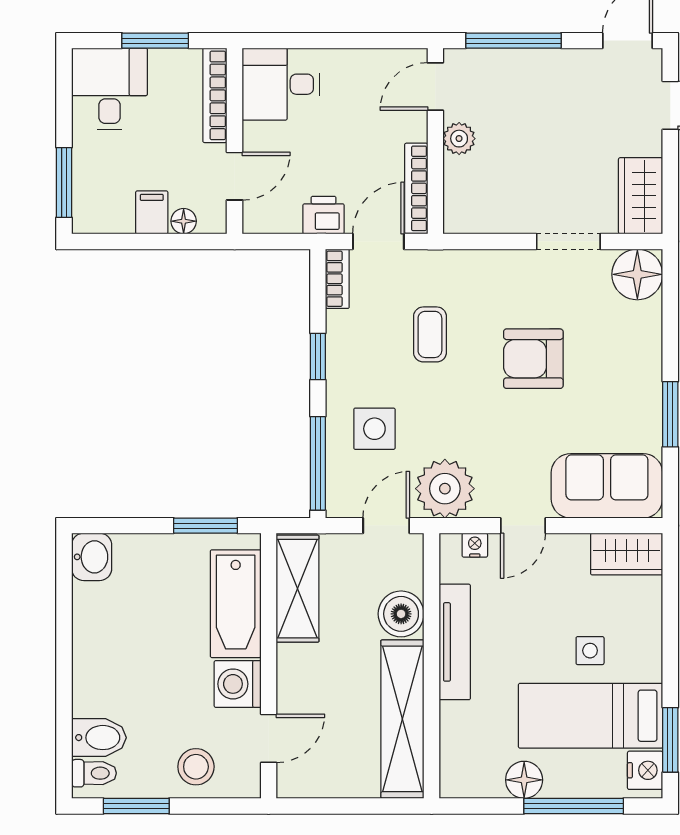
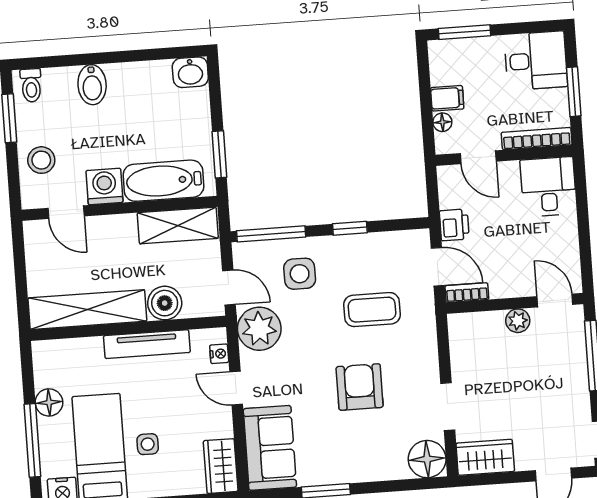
bookcase: (416, 188) -> (467, 293), width x0.64
bookcase: (337, 279) -> (408, 238), removed
coffee table: (430, 334) -> (372, 310), width x1.36, depth x1.30
bidet: (99, 738) -> (92, 85), moved

